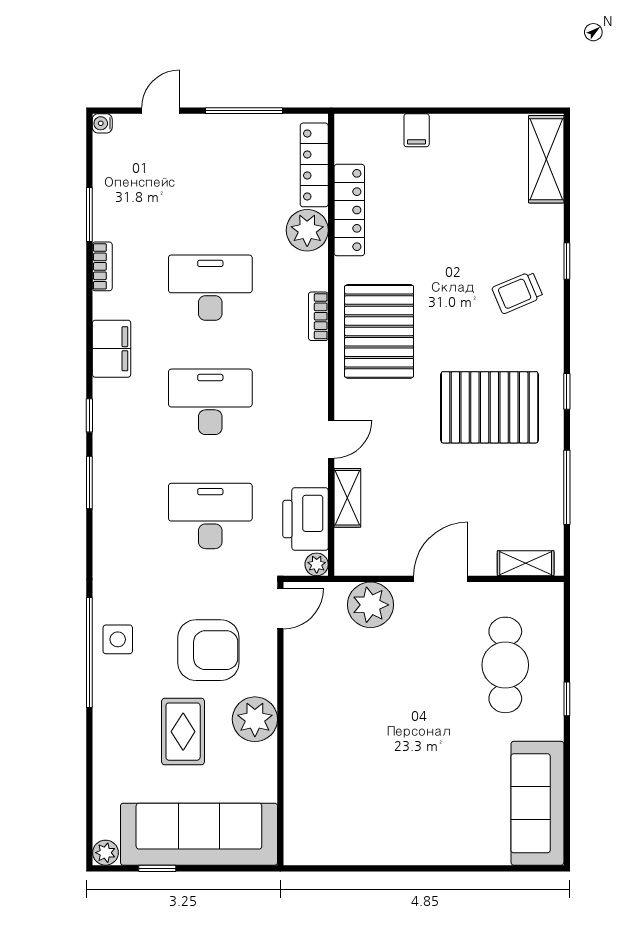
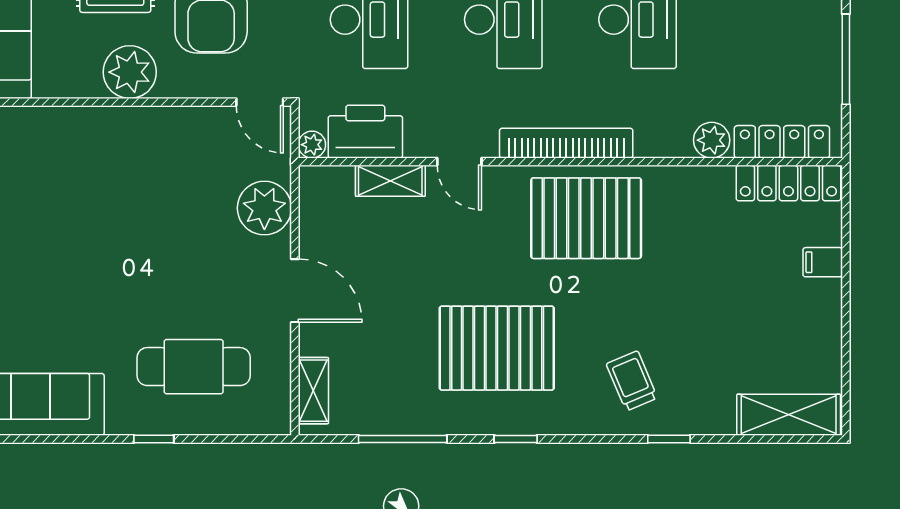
locker: (349, 210) -> (788, 183), moved
plant: (307, 230) -> (712, 140), width x0.73, depth x0.73
bookcase: (318, 316) -> (566, 143), width x2.31, depth x1.31
pallet: (490, 407) -> (497, 348), turned 90

